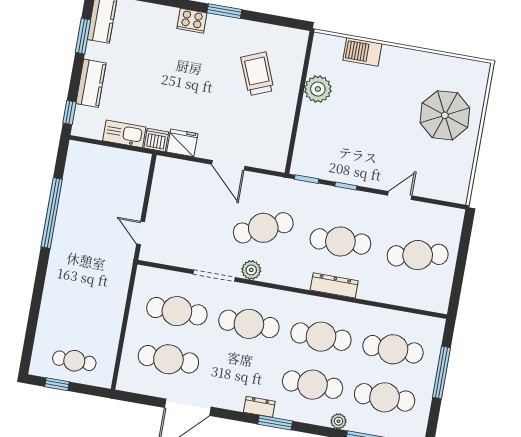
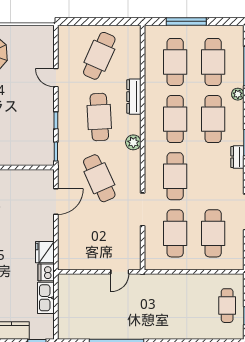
door: (228, 165) -> (56, 202), moved
cafe table: (418, 255) -> (99, 56), turned 36
plant: (251, 270) -> (133, 142), moved
dresser: (334, 285) -> (134, 97), moved

